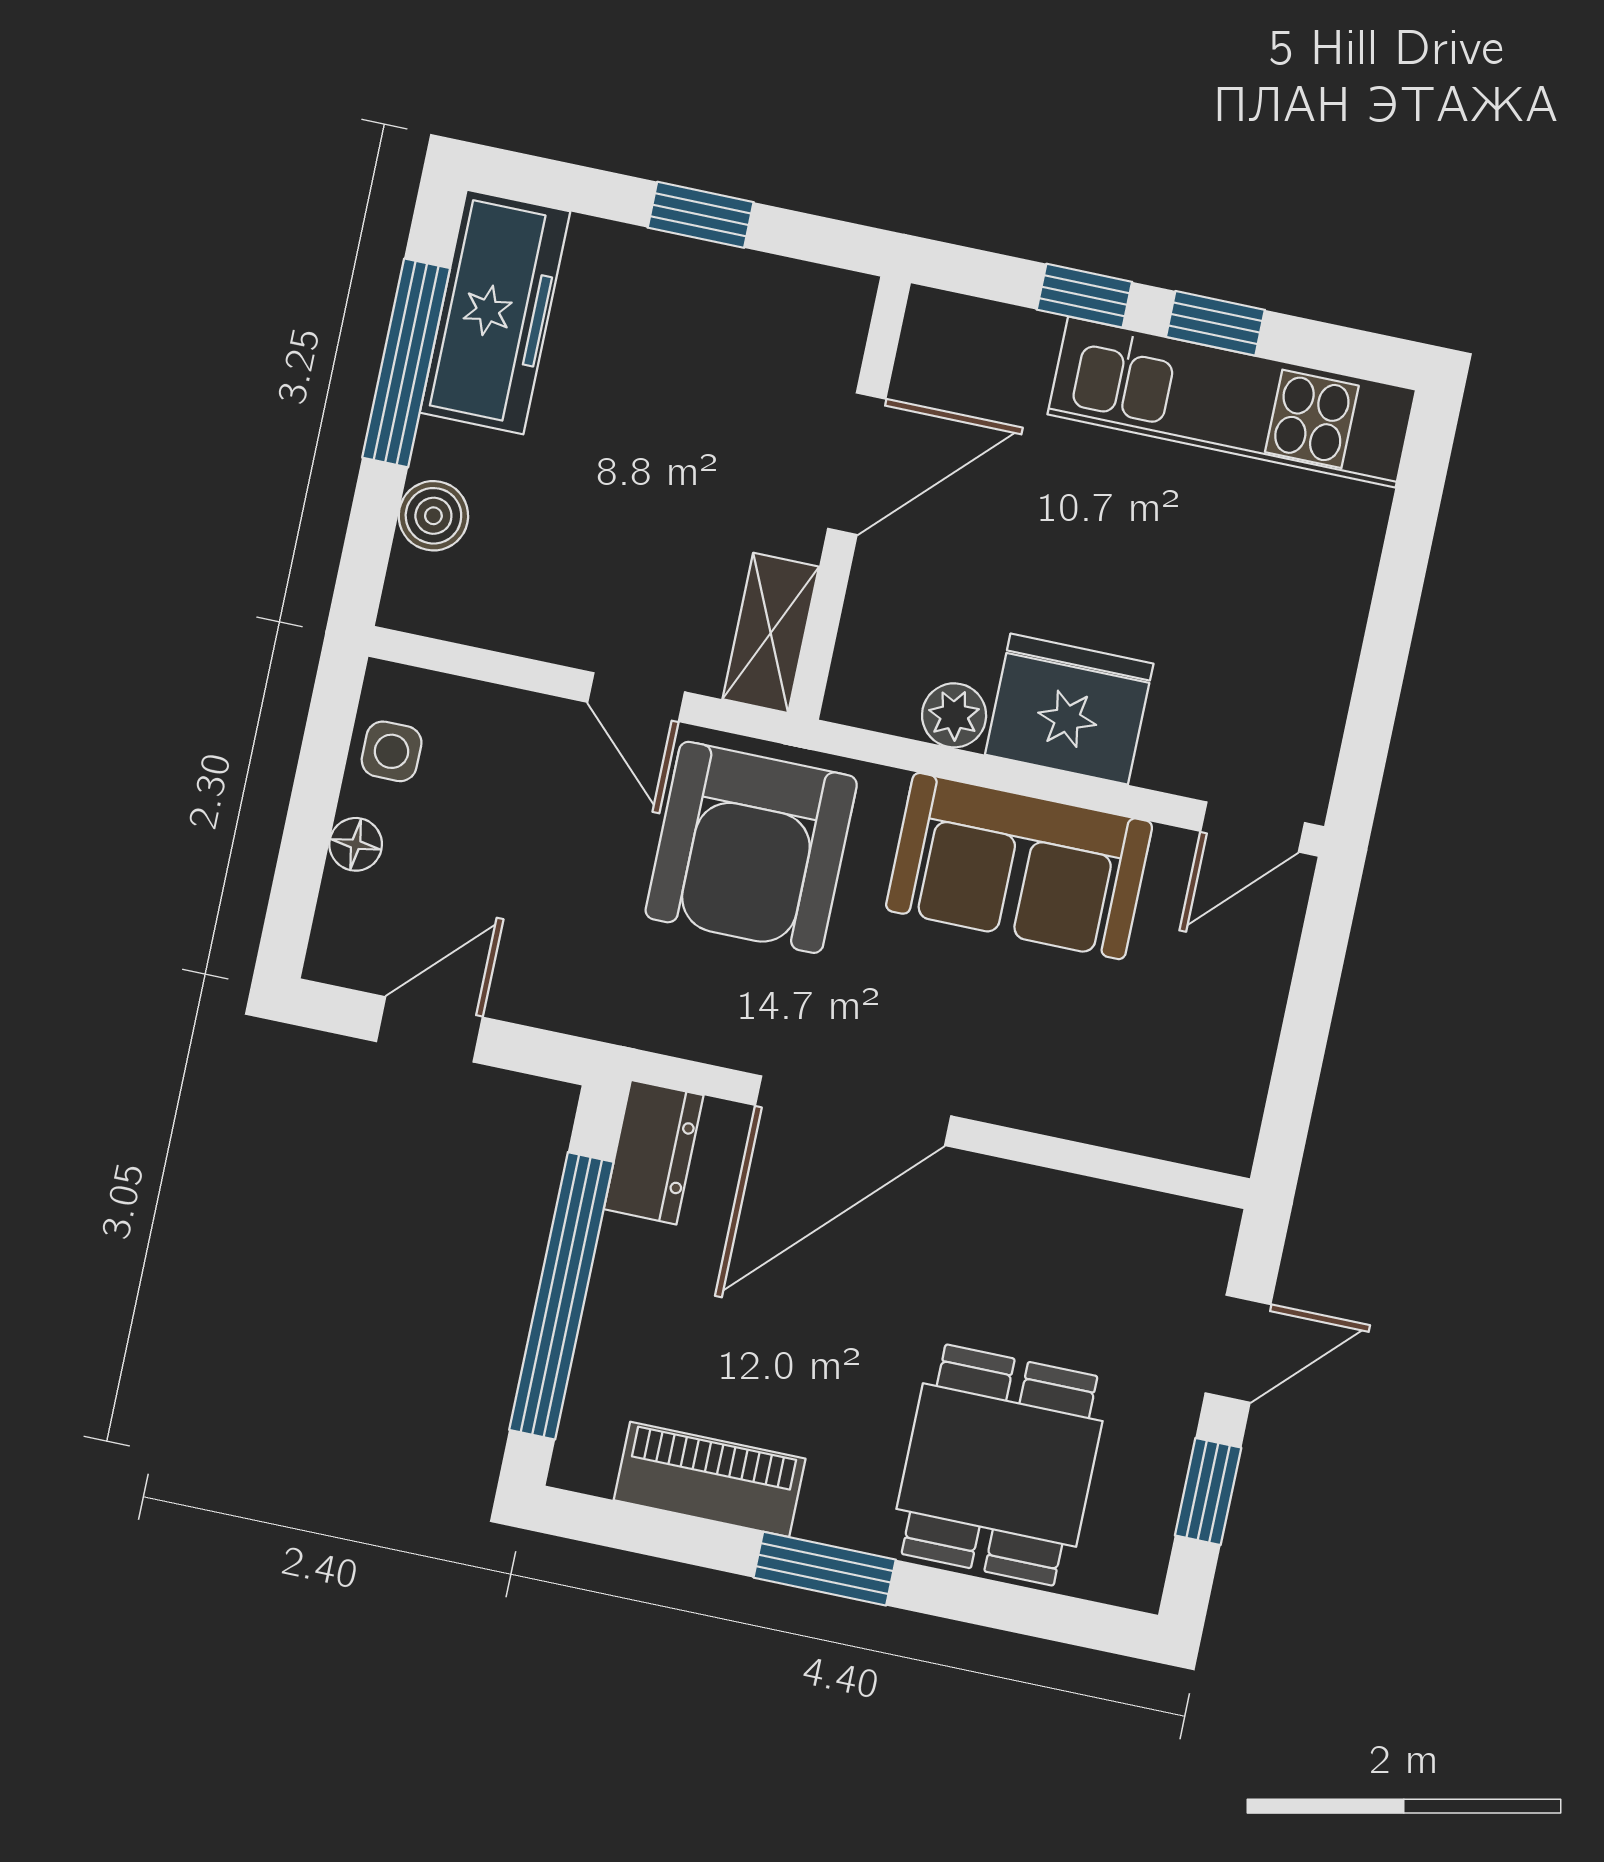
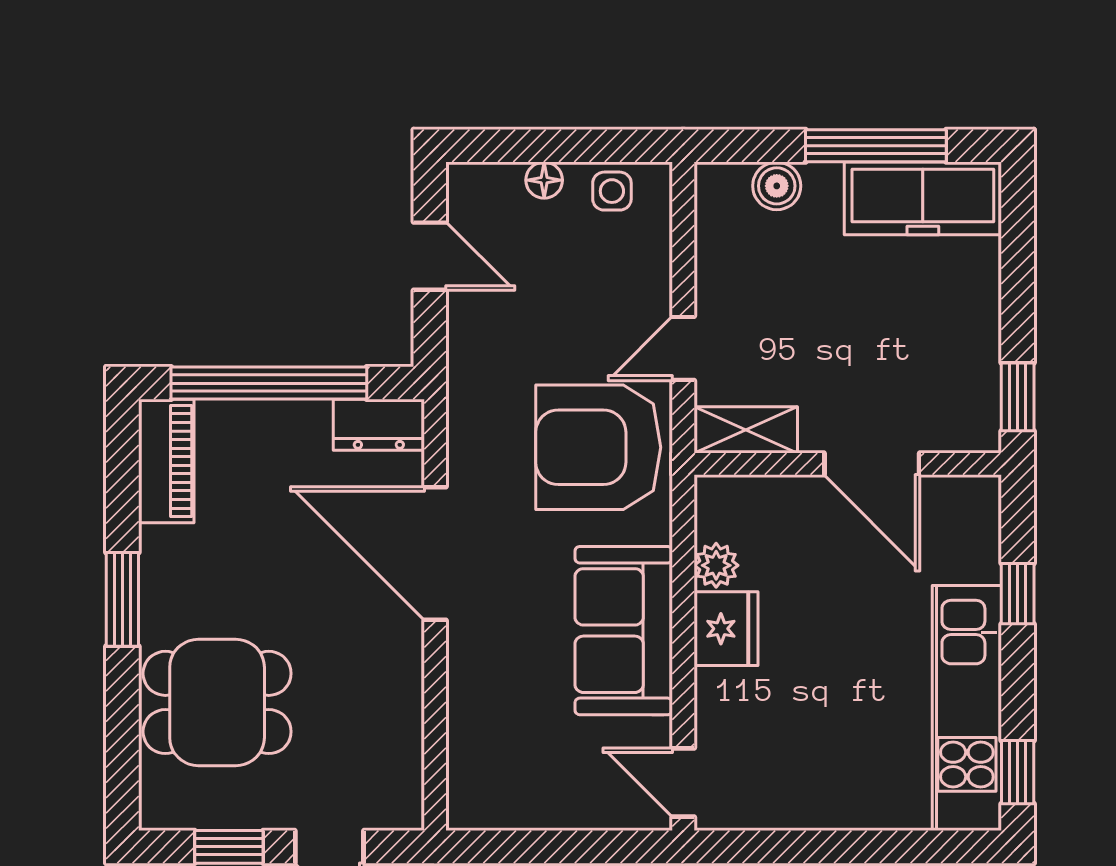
window: (701, 215) -> (1018, 397), moved
window: (1215, 323) -> (1018, 772), moved
fridge: (1069, 709) -> (726, 629), width x0.73, depth x0.75
piano: (710, 1479) -> (166, 461), moved

